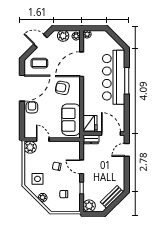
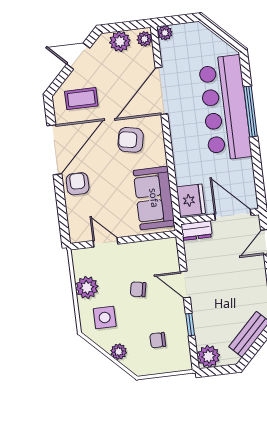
plant: (30, 147) -> (87, 288), moved

